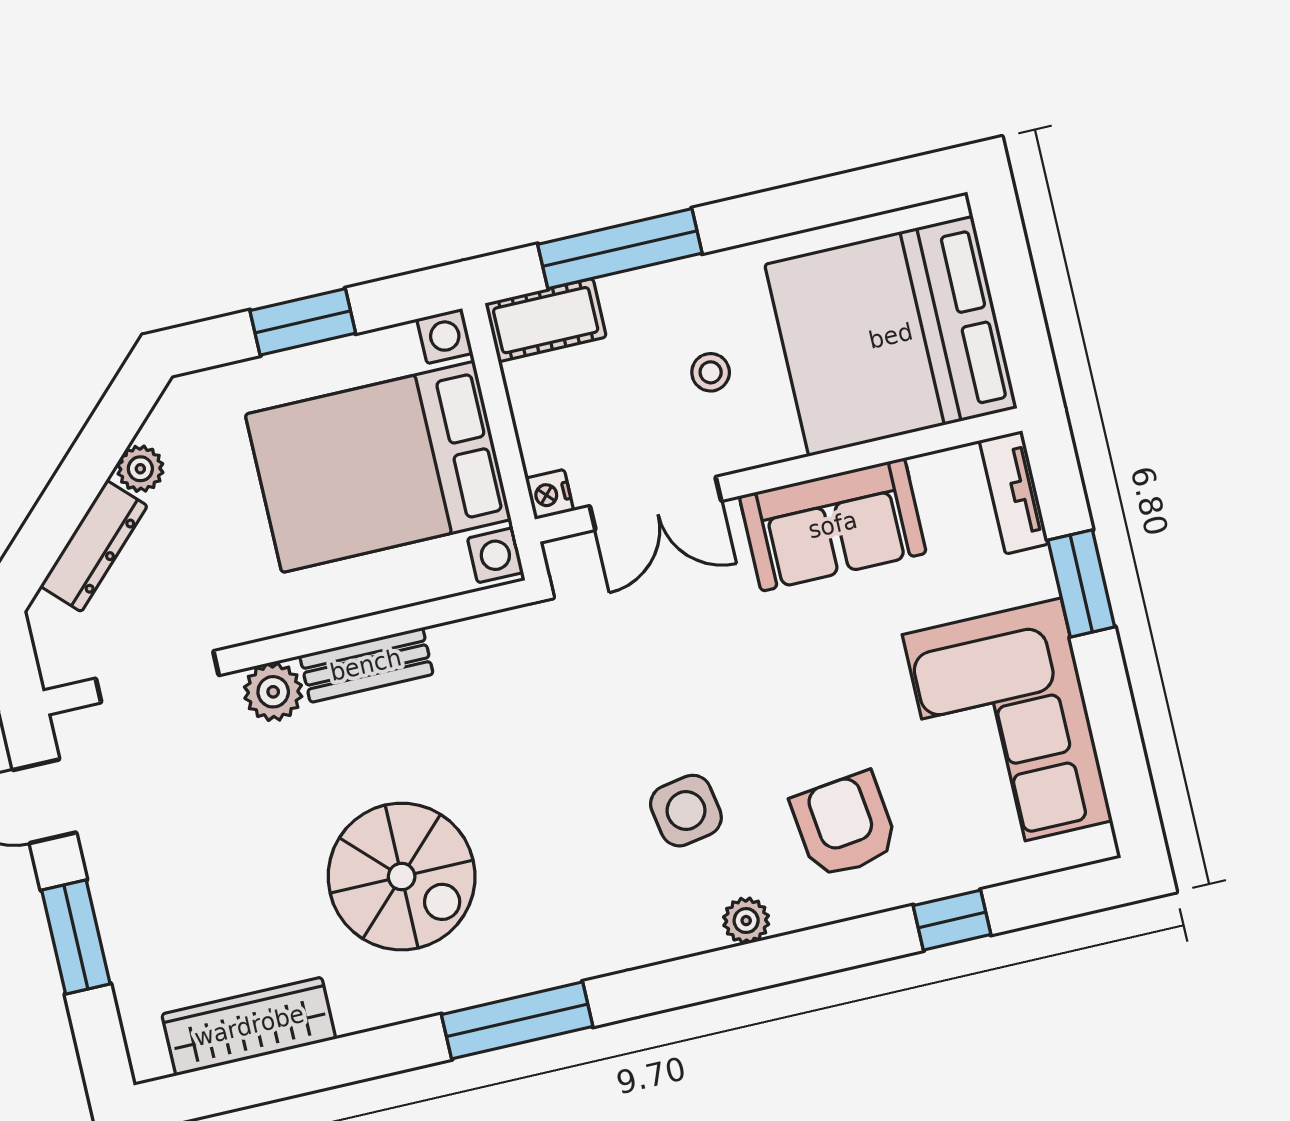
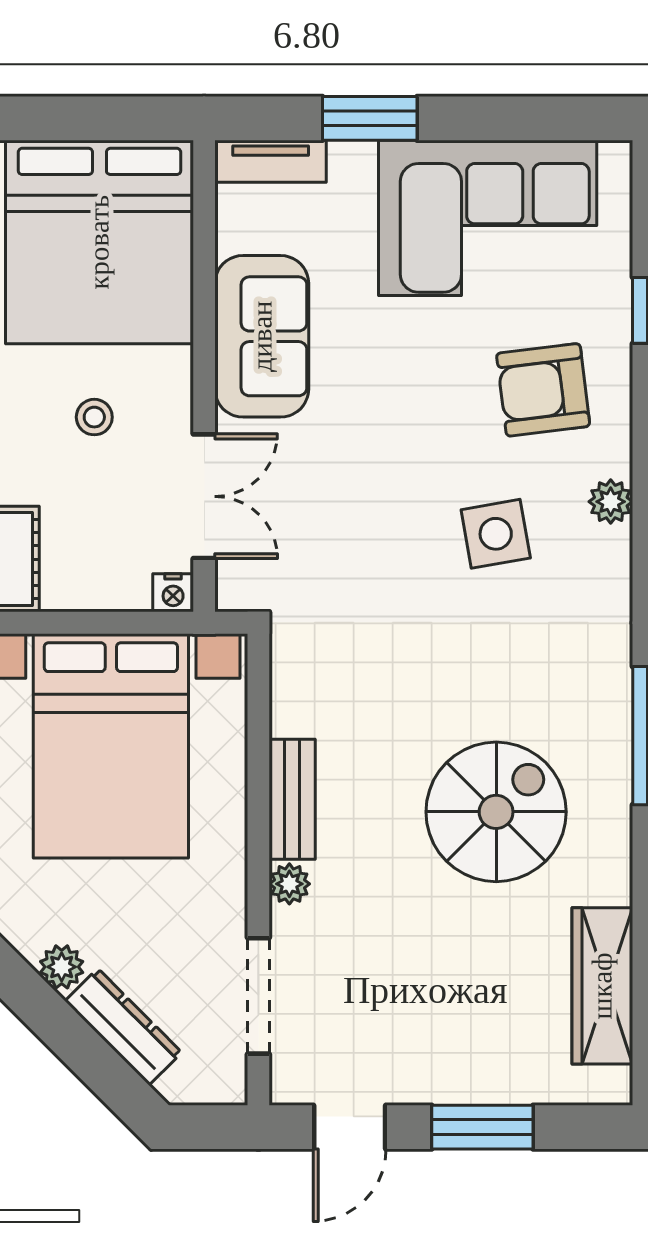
plant: (273, 692) -> (289, 884), width x0.73, depth x0.73

